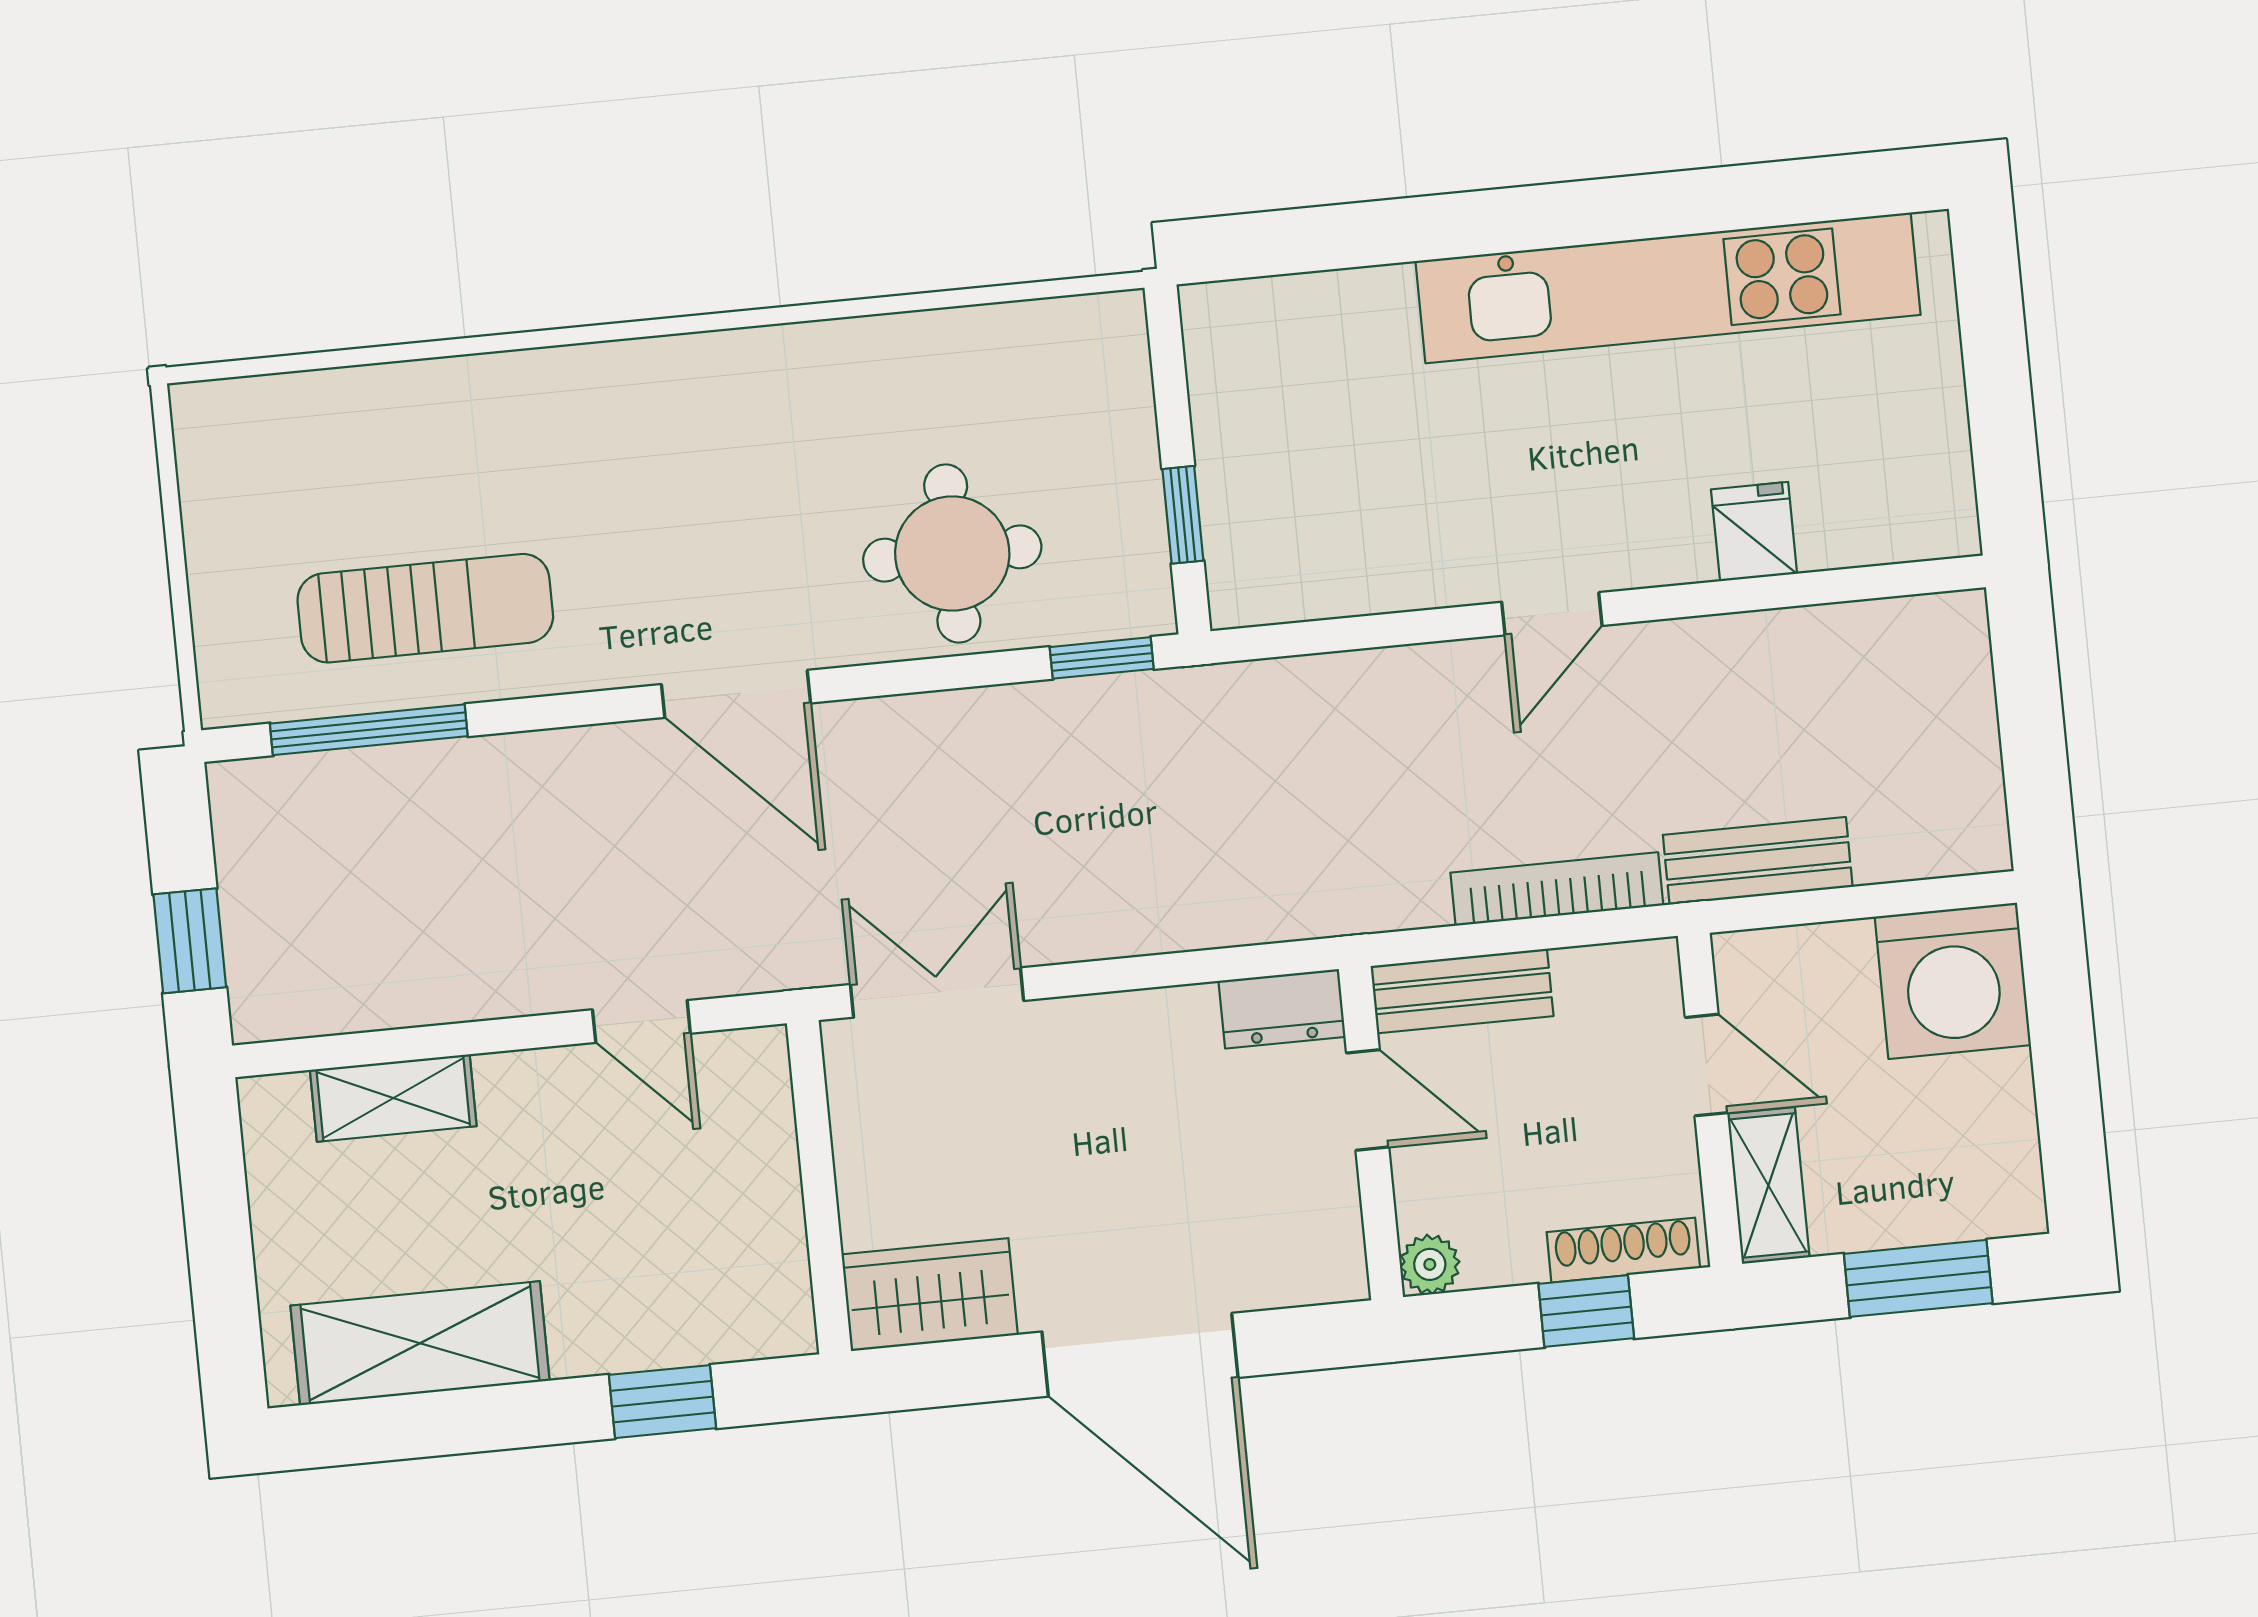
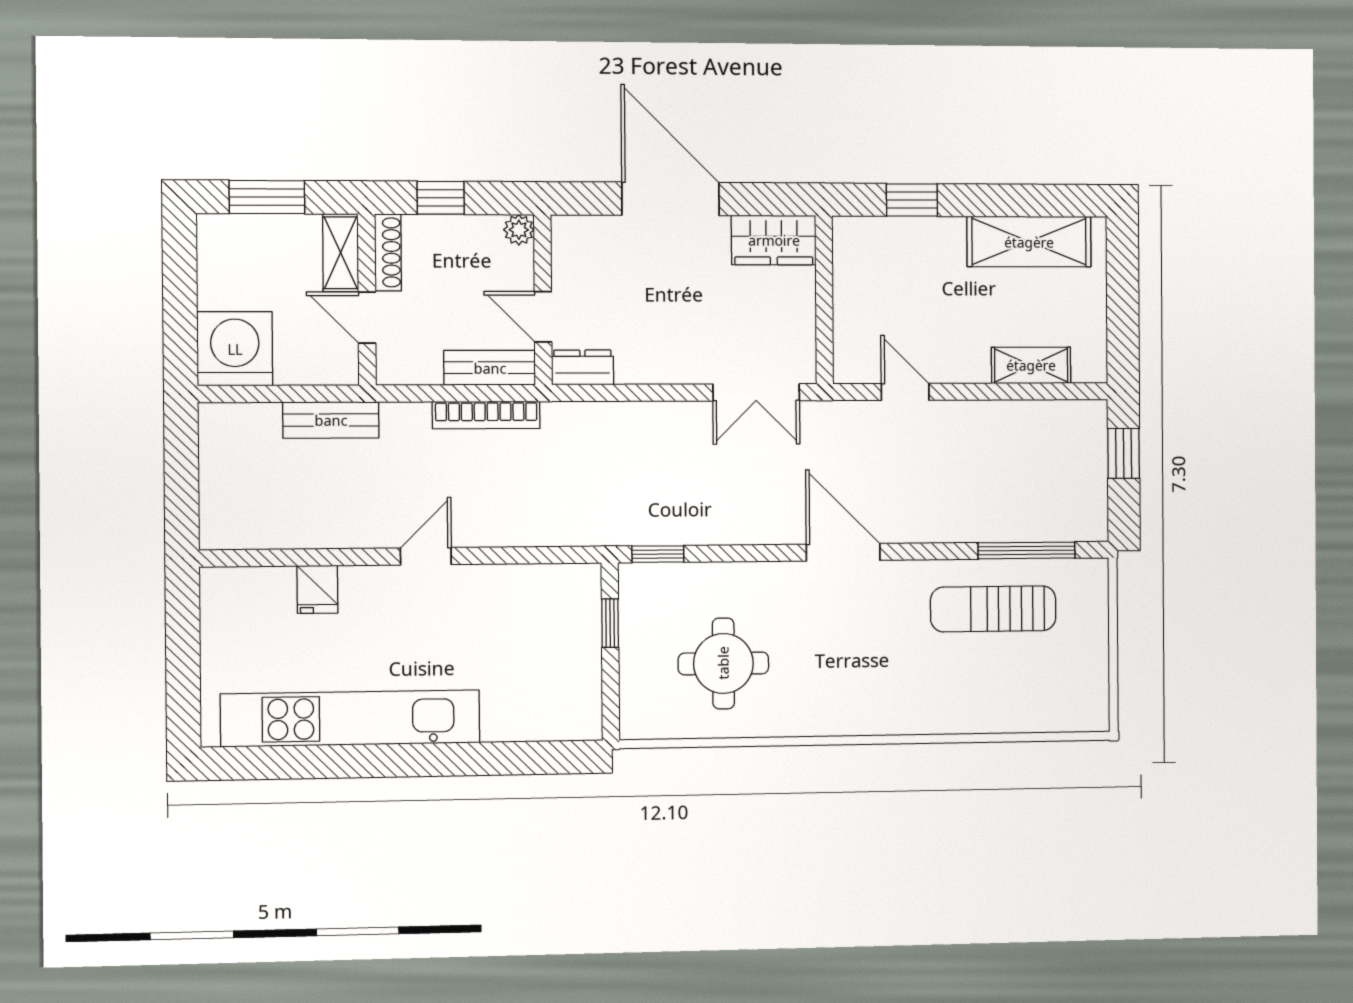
round table: (952, 553) -> (723, 663), moved
bookcase: (1557, 889) -> (486, 415), moved
shoe rack: (1623, 1250) -> (388, 252), moved, turned -90

